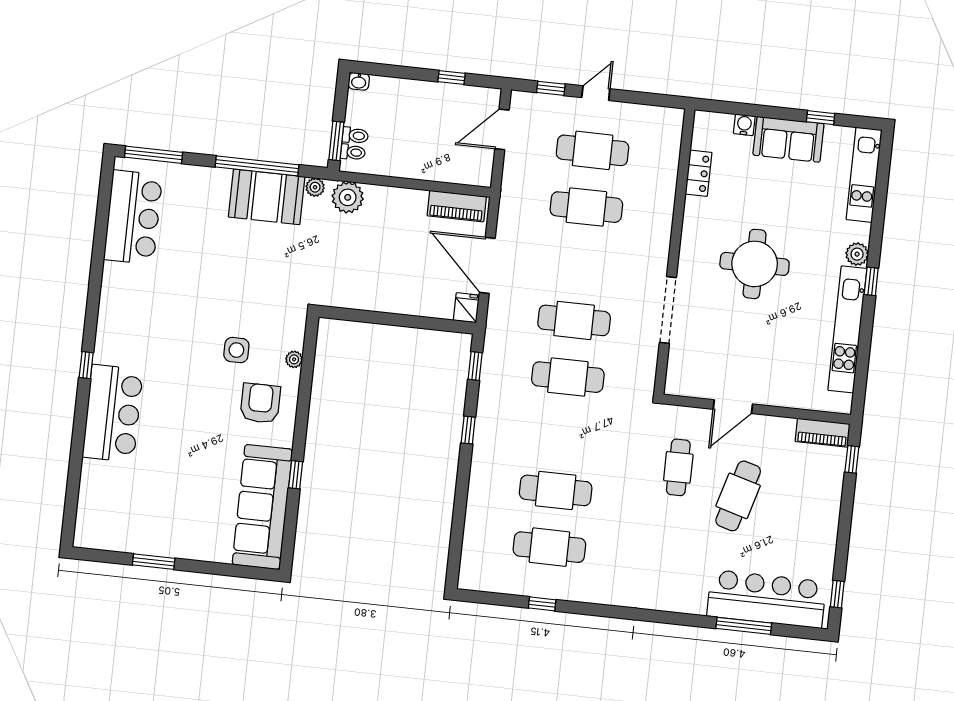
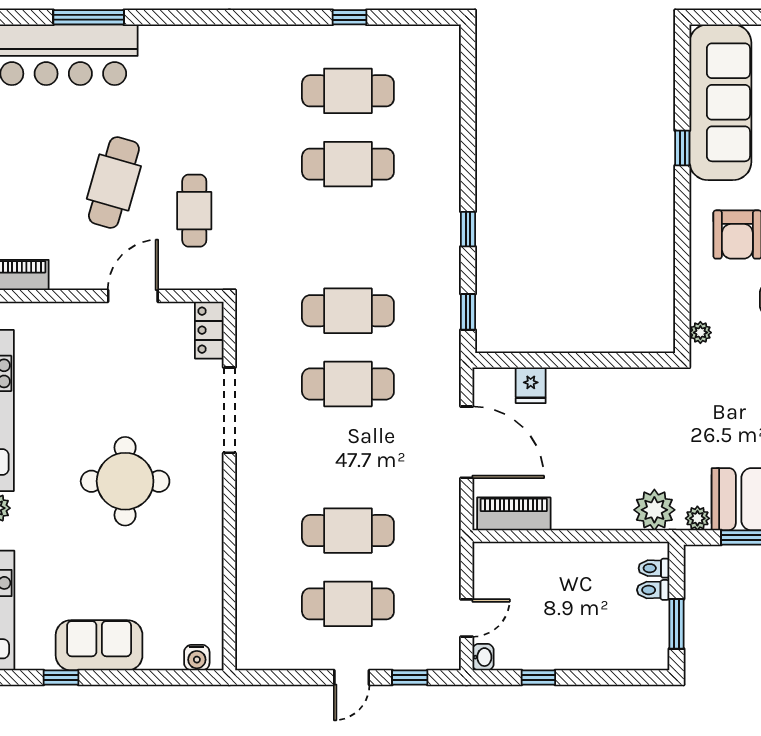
washbasin: (359, 81) -> (483, 657), moved, turned 90
water cooler: (744, 125) -> (197, 658), moved
door: (502, 129) -> (467, 618), width x0.73
window: (336, 141) -> (677, 624), moved
locker: (699, 173) -> (209, 330), moved
fridge: (466, 308) -> (531, 385), moved
plant: (294, 359) -> (700, 333), moved

